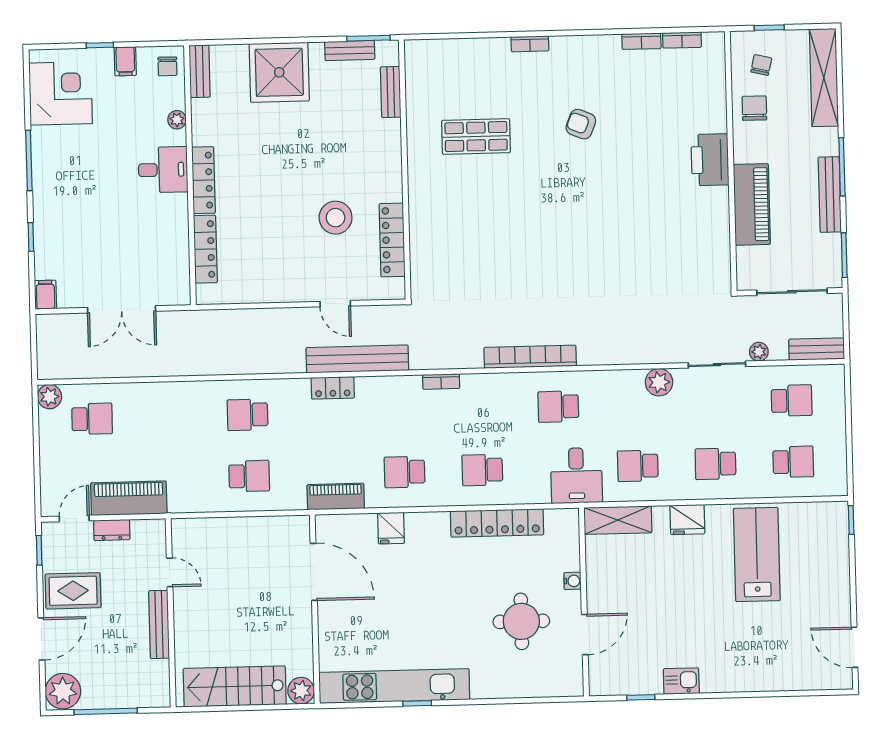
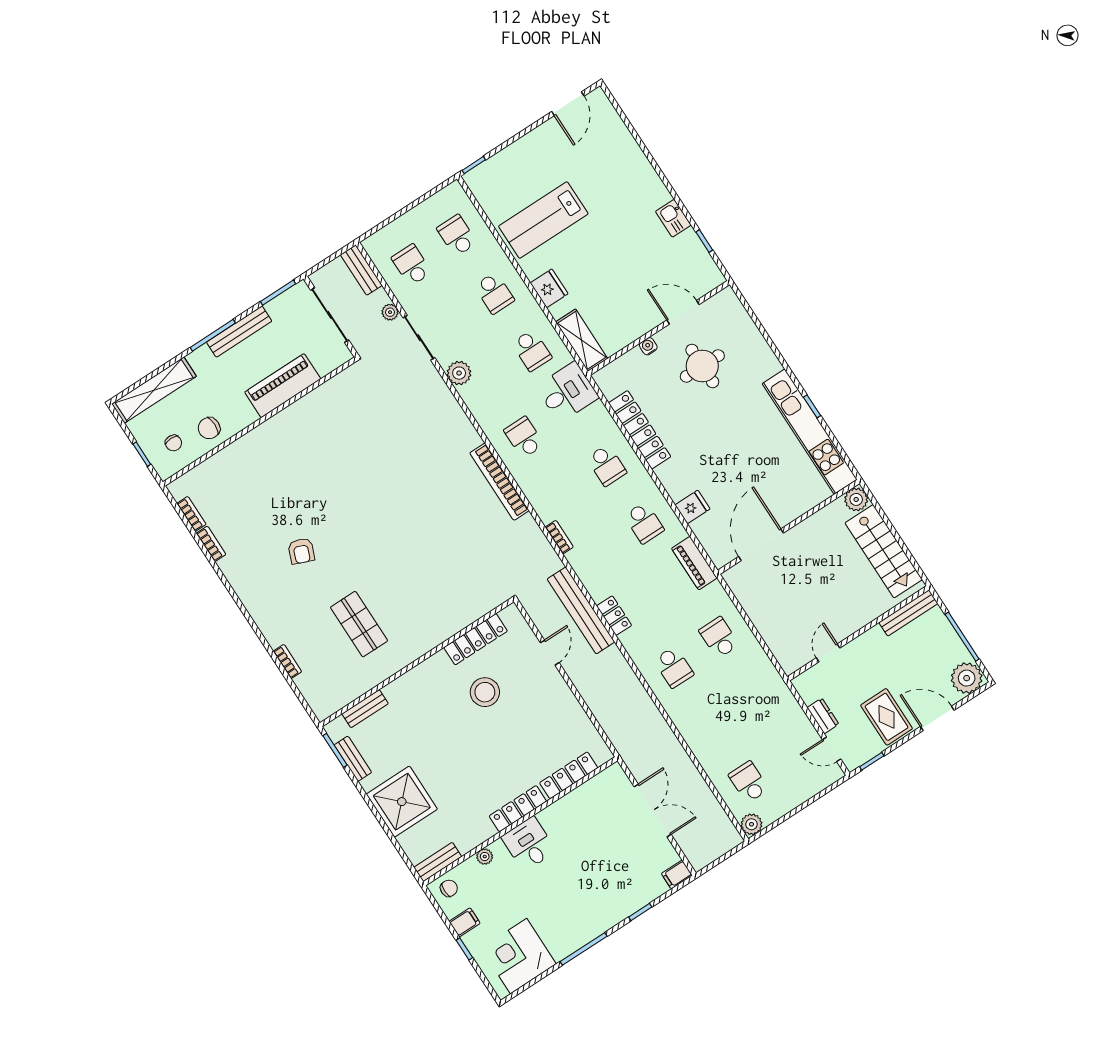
bookcase: (530, 44) -> (287, 661), moved
chair: (761, 65) -> (173, 443), turned -103
printer: (710, 160) -> (268, 438), removed
school desk: (558, 407) -> (524, 437), turned 180
piano: (129, 498) -> (791, 718), removed
bench: (159, 624) -> (908, 613), moved

